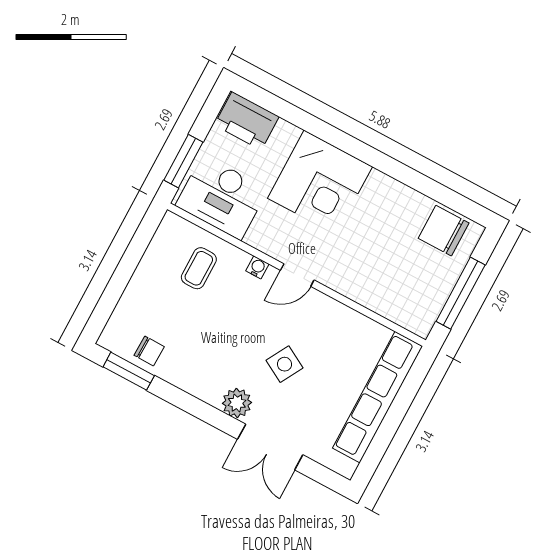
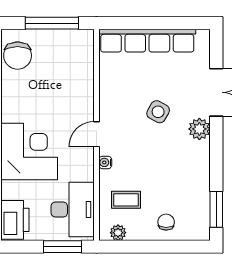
plant: (164, 237) -> (118, 233), added
door: (297, 275) -> (97, 134), swing flipped
chair: (149, 351) -> (166, 222), moved

